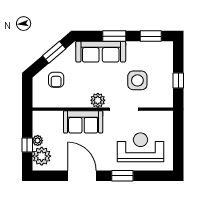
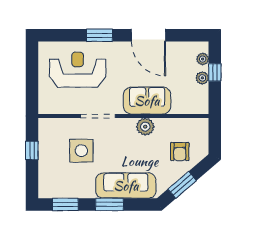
armchair: (56, 80) -> (180, 151), turned 180
plant: (98, 100) -> (145, 127), moved
reception desk: (141, 147) -> (78, 70), turned 180
plant: (42, 156) -> (203, 59), width x0.53, depth x0.53

